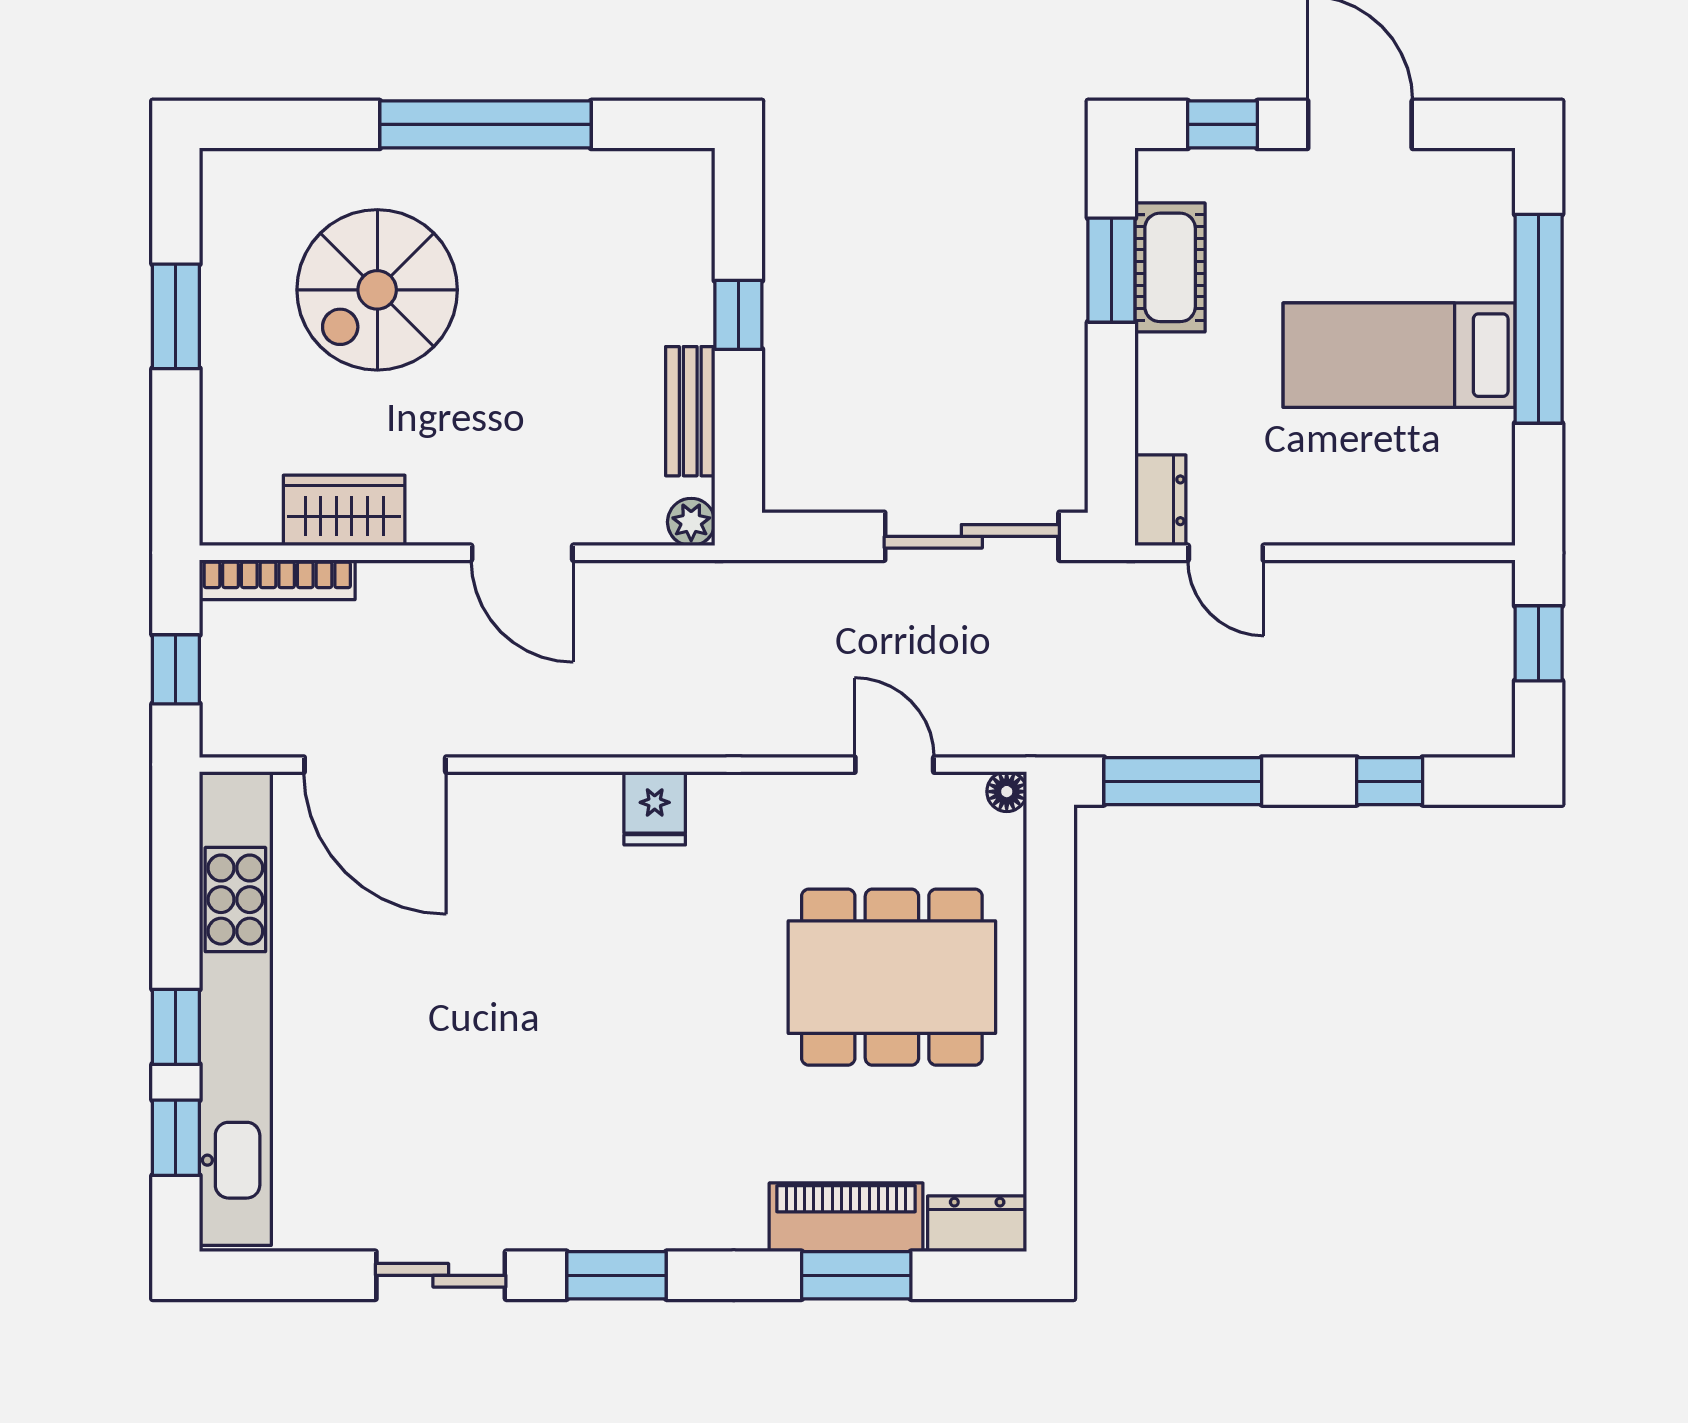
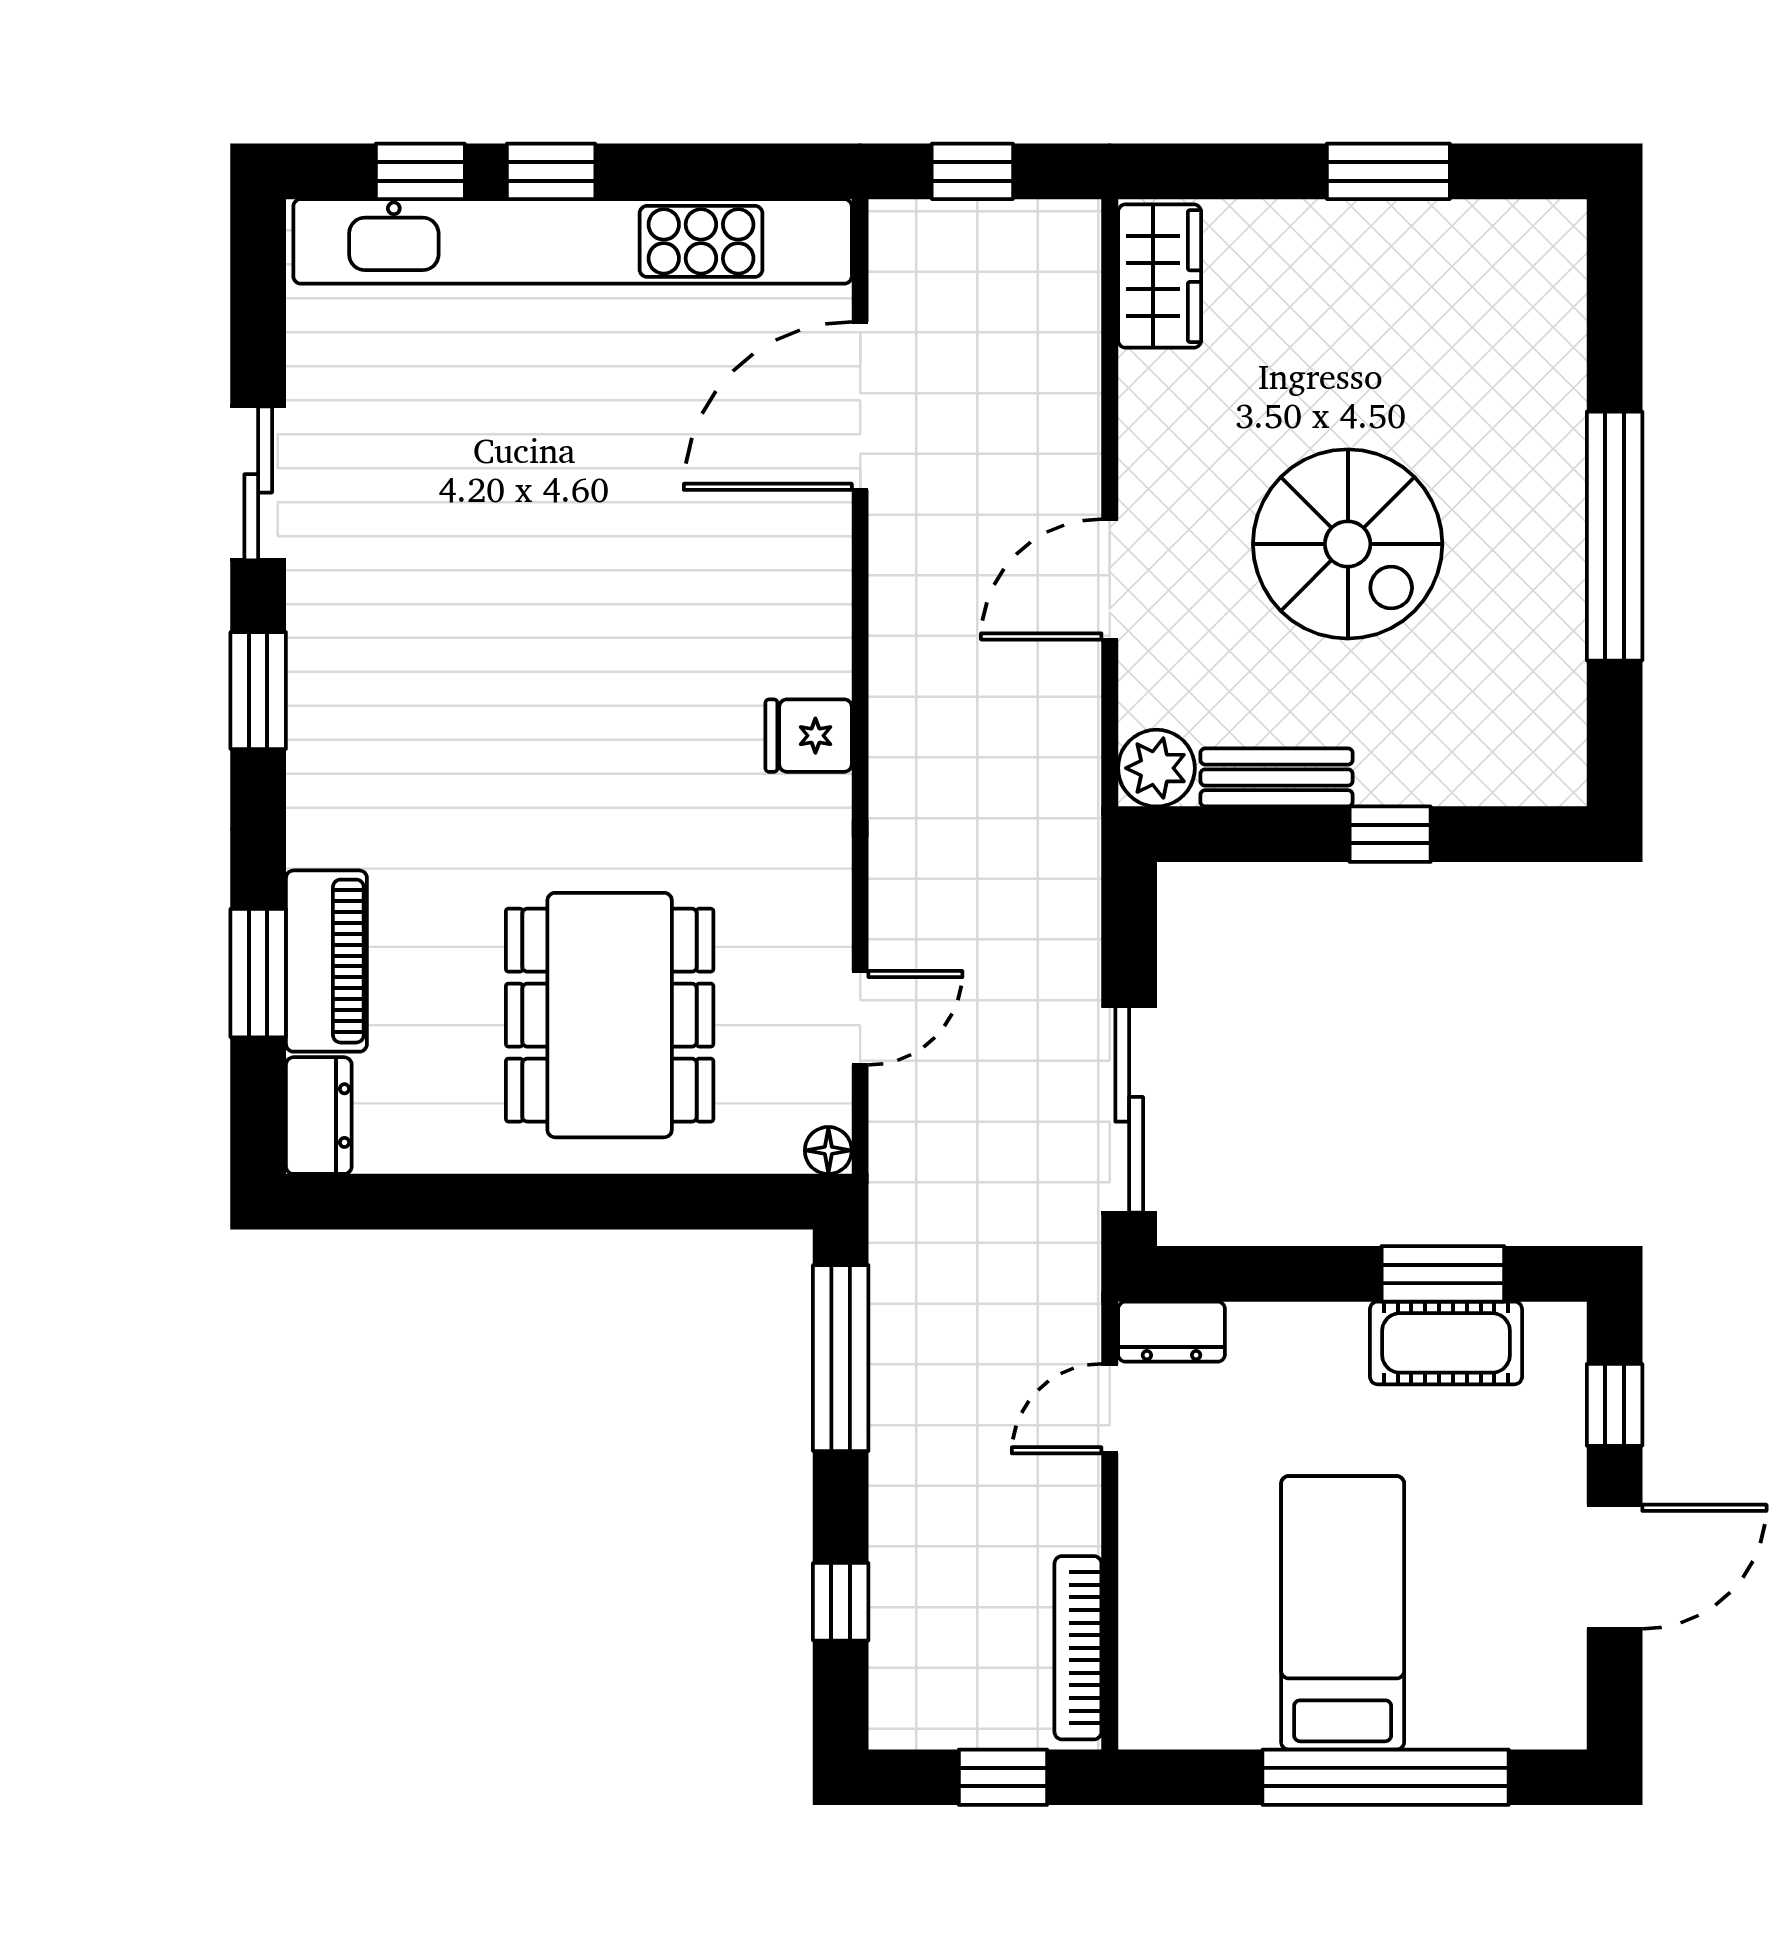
spiral stairs: (377, 290) -> (1348, 544), moved, turned 180
wardrobe: (344, 510) -> (1160, 276), moved
plant: (691, 522) -> (1156, 768), width x1.38, depth x1.38
bookcase: (277, 580) -> (1078, 1648), moved

